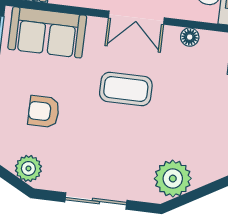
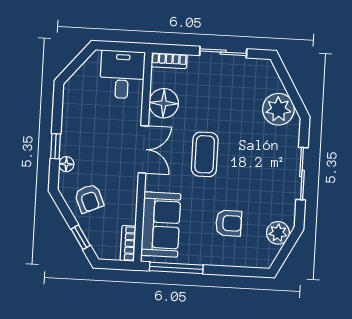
floor lamp: (190, 37) -> (164, 103), width x1.89, depth x1.89
armchair: (44, 112) -> (229, 223), turned -90

